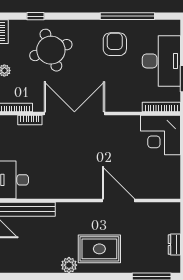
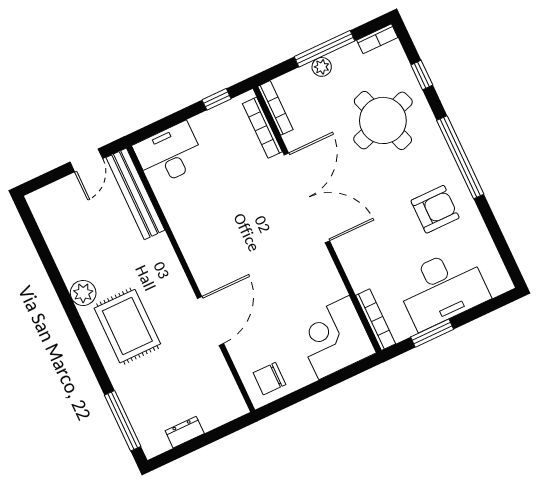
window: (127, 16) -> (460, 157), moved
bookcase: (30, 120) -> (262, 128), width x1.56
chair: (167, 183) -> (269, 379), added

